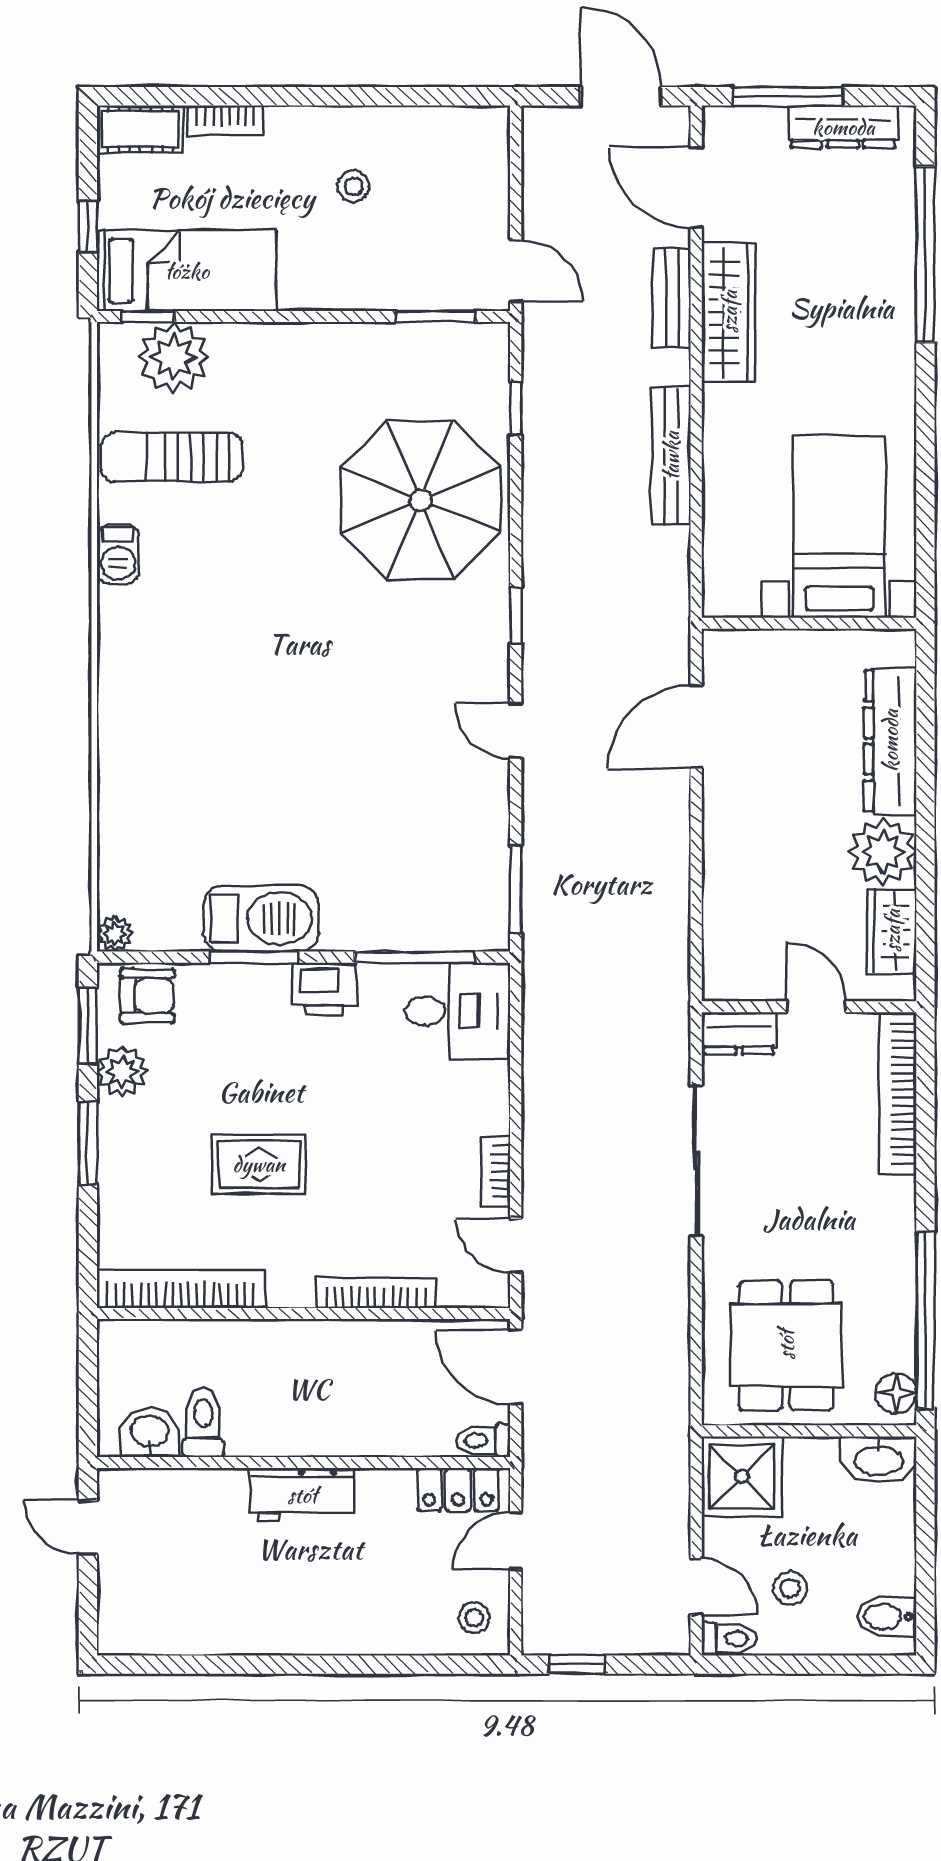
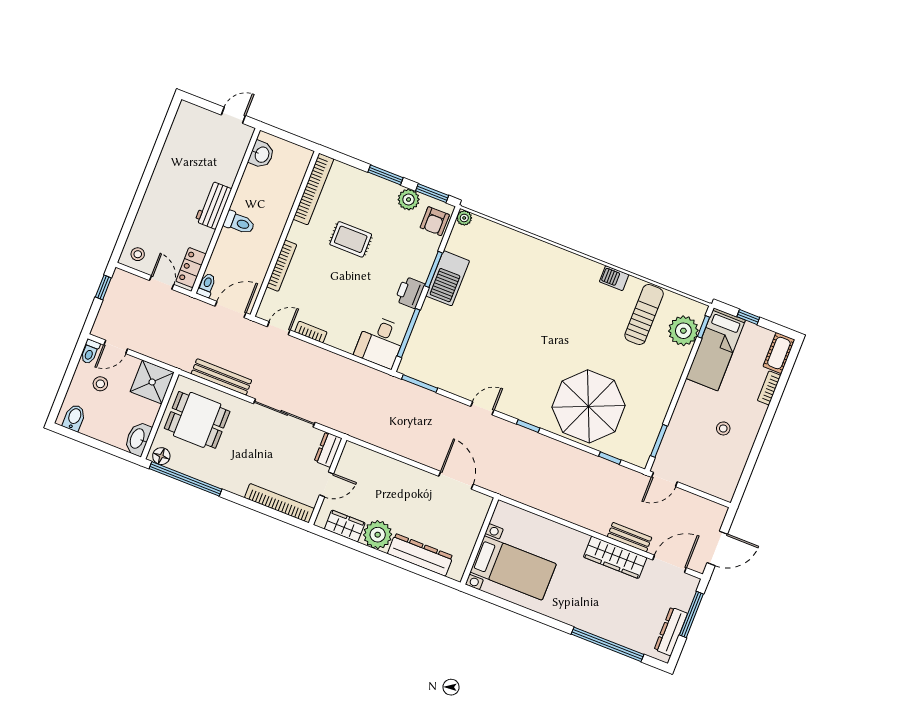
bench: (671, 456) -> (221, 377), moved
rug: (259, 1164) -> (351, 239), turned 90
toilet: (203, 1423) -> (239, 223), moved

